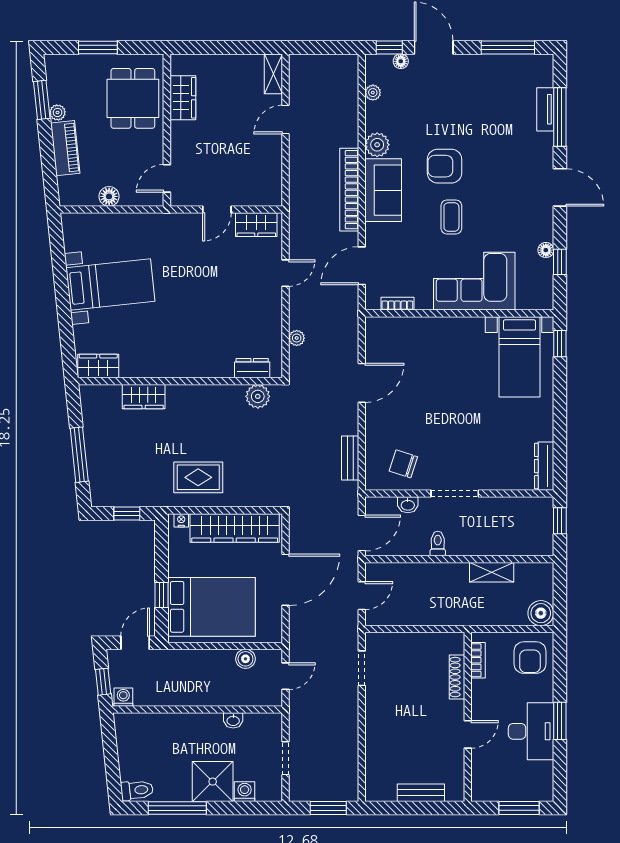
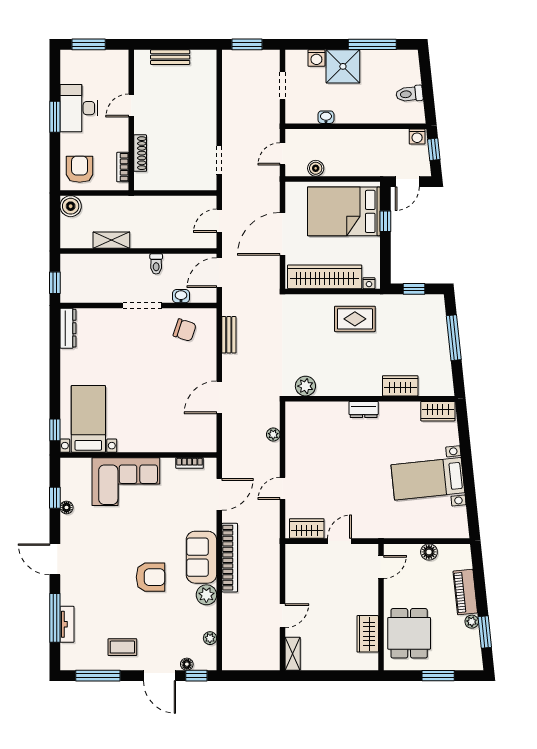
coffee table: (451, 217) -> (122, 647), moved, turned 90
dresser: (252, 368) -> (364, 409), moved
toilet: (137, 790) -> (409, 94), moved

